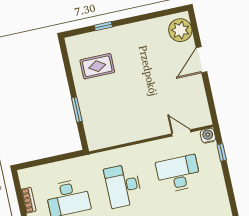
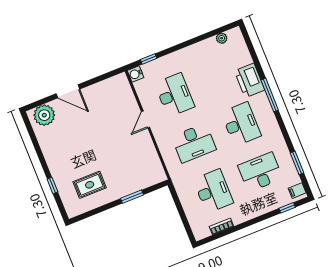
rug: (97, 66) -> (90, 185), turned 90
door: (181, 133) -> (146, 120), moved
desk: (178, 174) -> (175, 95), turned 180

